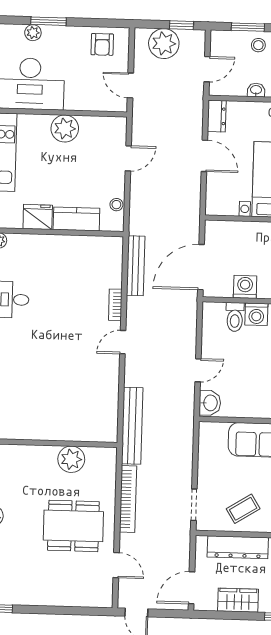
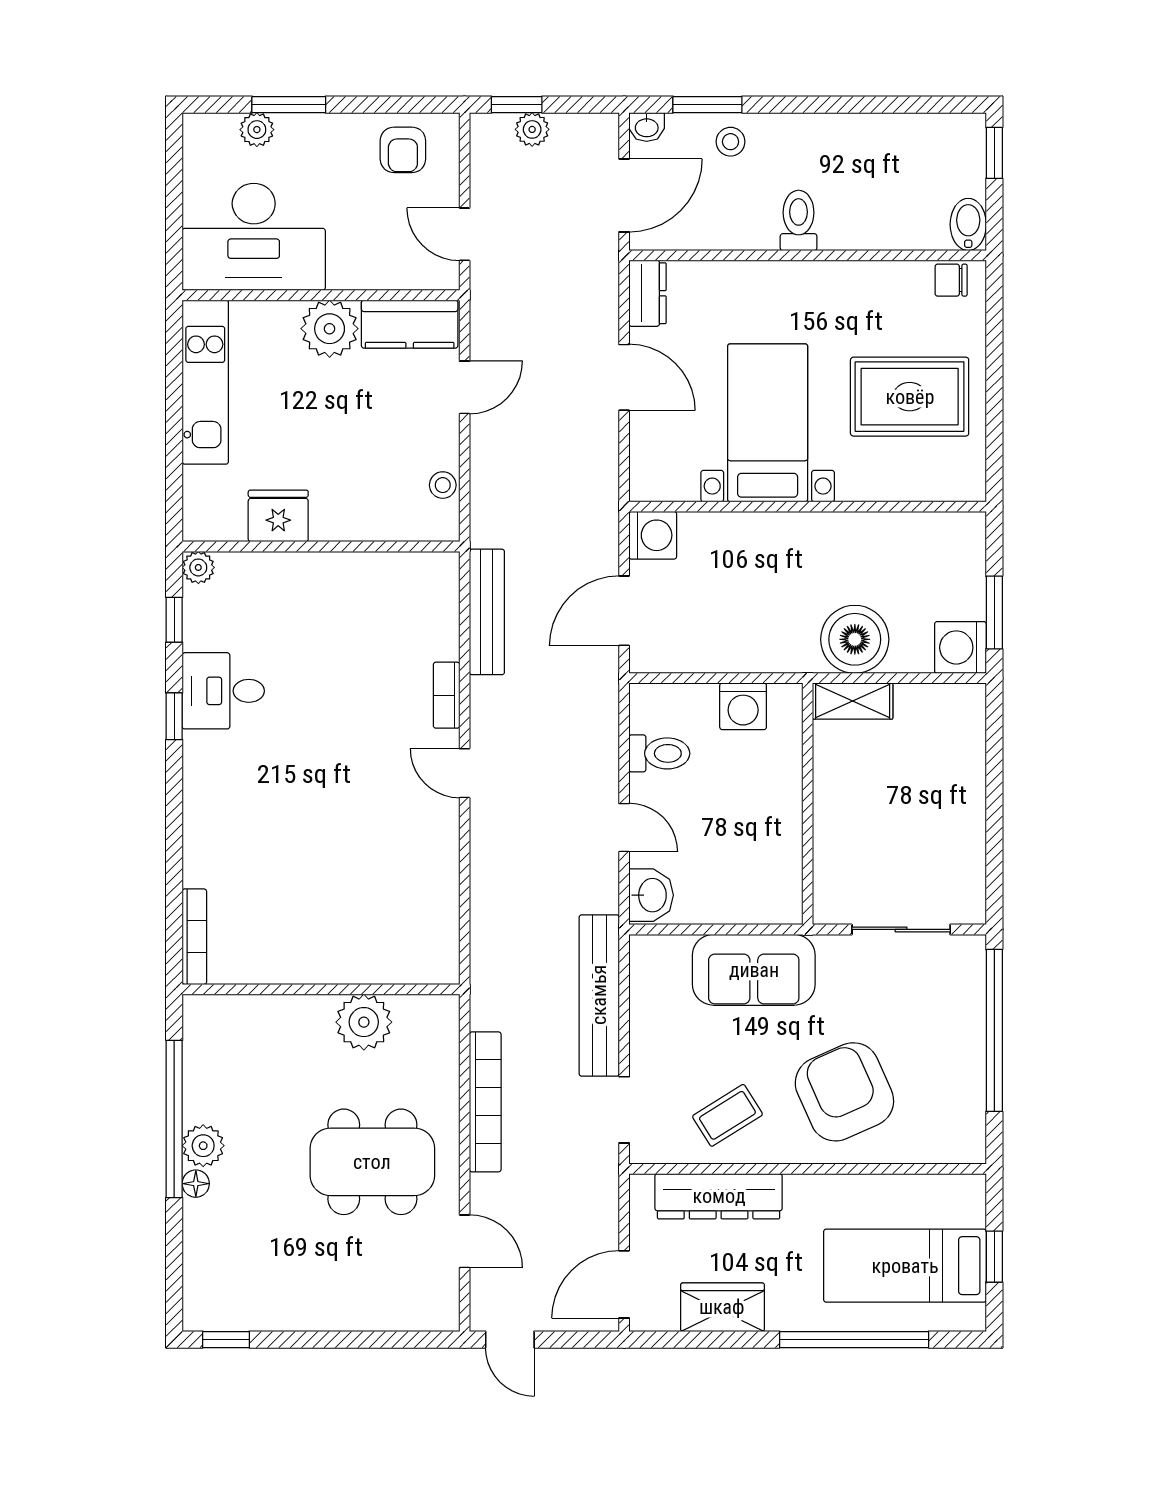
window: (181, 25) -> (517, 105), moved
plant: (164, 44) -> (532, 129), width x0.53, depth x0.53
door: (207, 69) -> (624, 195), width x1.38
washbasin: (256, 90) -> (647, 127), moved, turned 180
kitchen counter: (76, 219) -> (410, 324), moved, turned 180
door: (201, 267) -> (624, 611), width x0.73
washing machine: (245, 287) -> (653, 535), moved, turned 90
toilet: (235, 317) -> (659, 753), moved, turned -90
door: (123, 342) -> (465, 773), hinge flipped
door: (198, 370) -> (624, 828), hinge flipped
bench: (132, 426) -> (599, 995), moved

